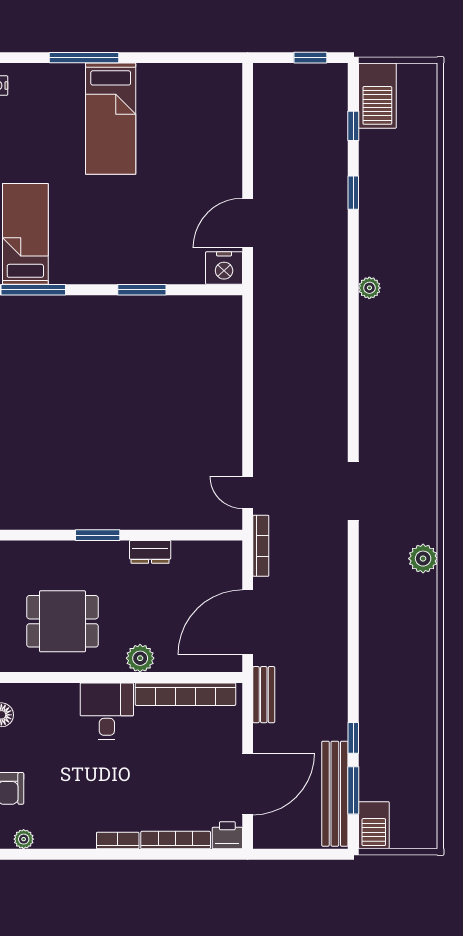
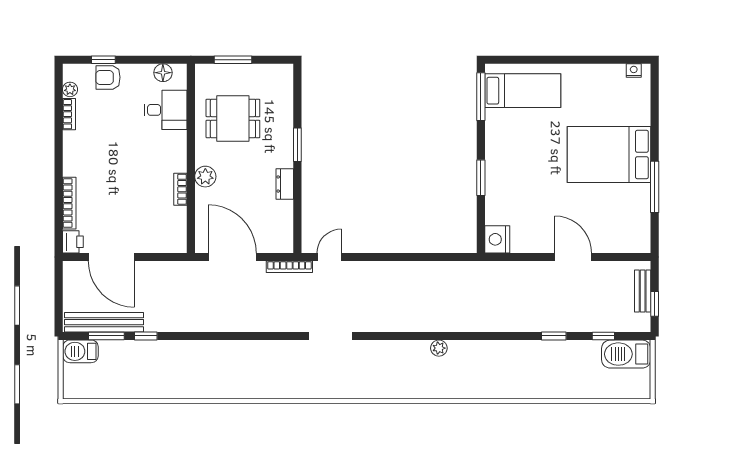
window: (84, 58) -> (655, 187), moved
bed: (111, 119) -> (609, 155), width x1.50
door: (248, 223) -> (573, 257), moved
plant: (369, 288) -> (439, 348), moved
plant: (423, 559) -> (280, 388), removed
dining table: (63, 621) -> (233, 118), turned 90
bookcase: (186, 694) -> (180, 189), width x0.43, depth x0.76
bench: (264, 695) -> (643, 291), moved, turned 90
desk: (107, 711) -> (166, 110), moved
bookcase: (118, 841) -> (69, 114), moved

